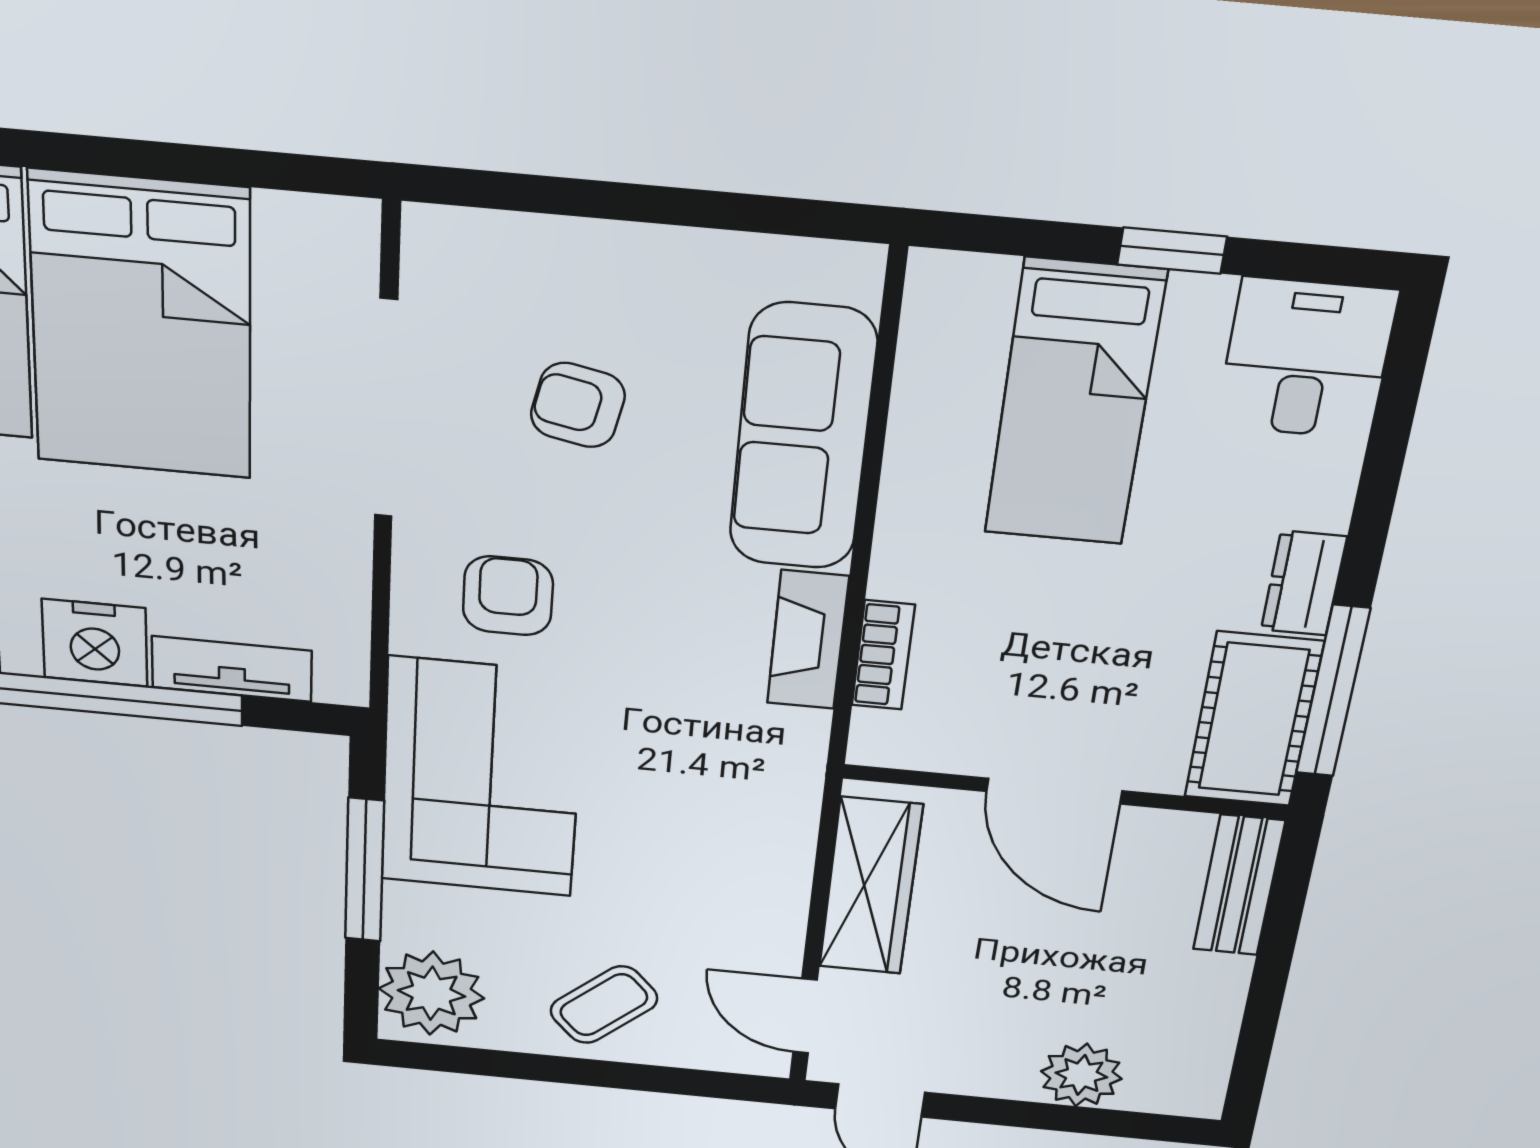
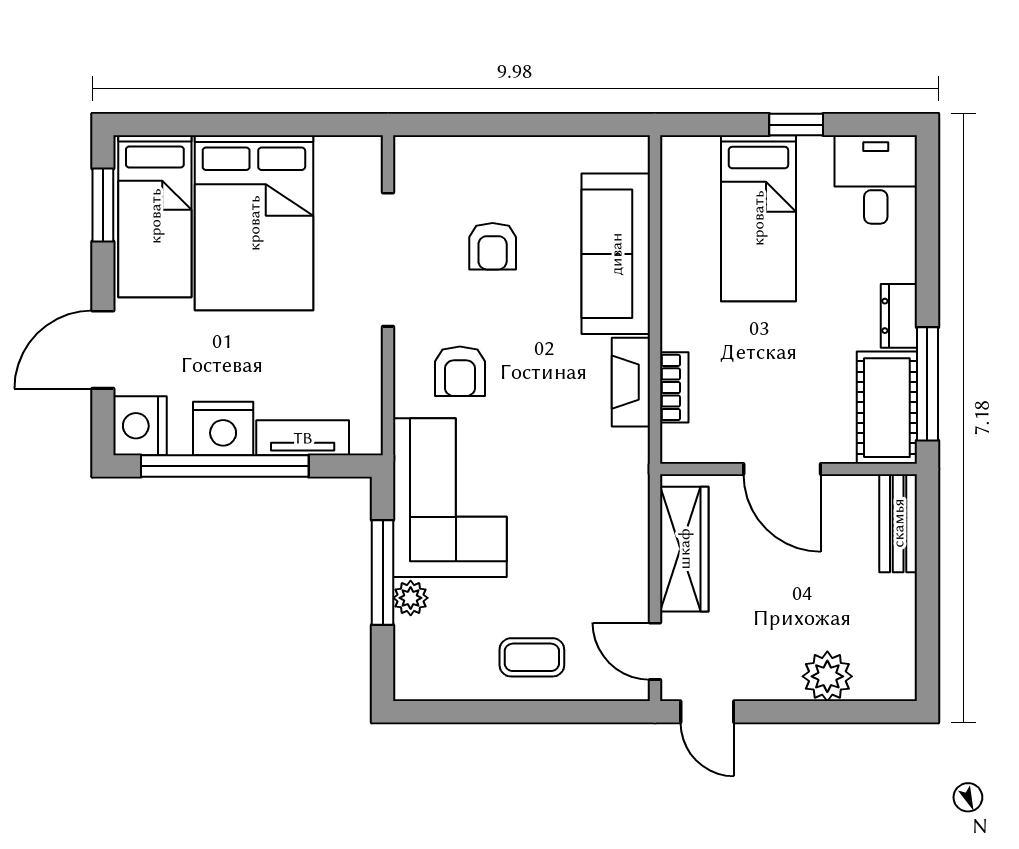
armchair: (578, 405) -> (493, 246), turned -102
armchair: (508, 596) -> (460, 371), turned 180
plant: (431, 993) -> (411, 598), moved, width x0.53, depth x0.53
coffee table: (604, 1005) -> (532, 657), turned 42

